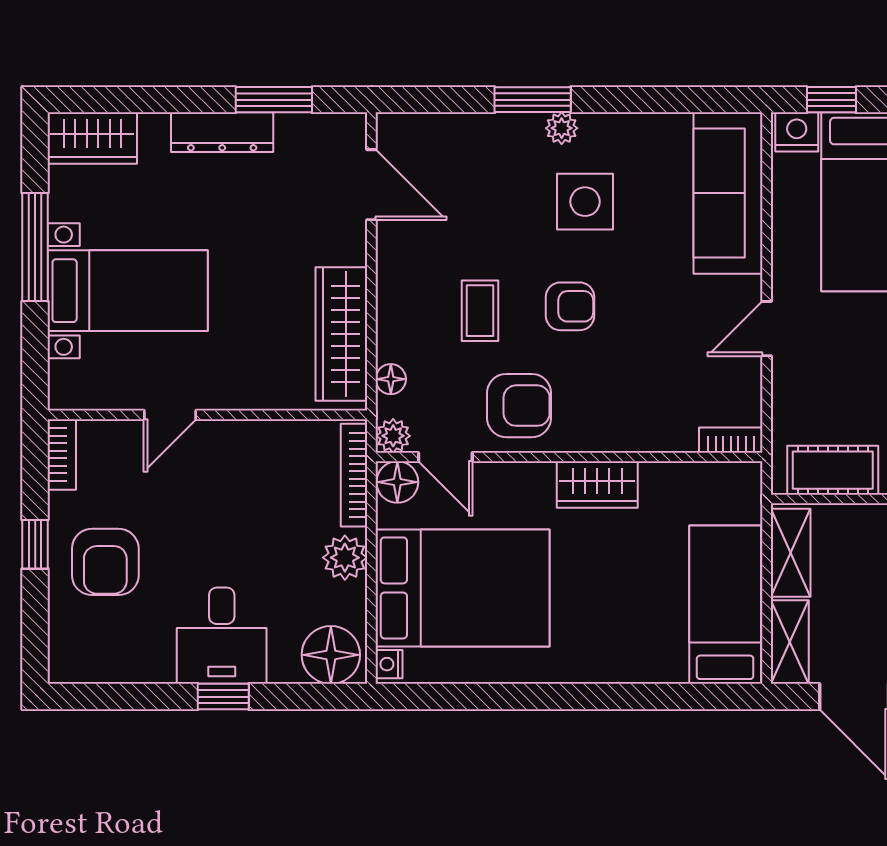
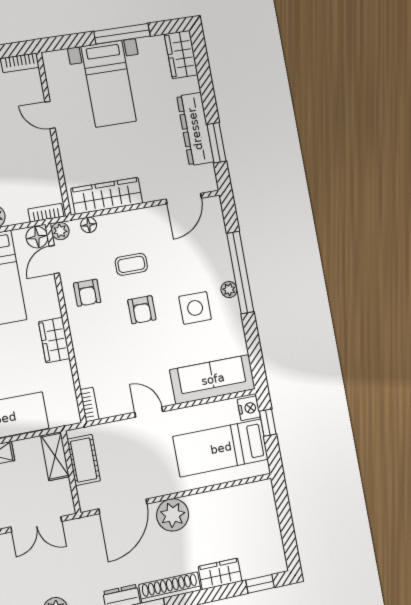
window: (533, 100) -> (240, 272), width x2.11
dresser: (222, 132) -> (195, 129), width x1.37, depth x1.24
armchair: (519, 406) -> (87, 293), width x0.72, depth x0.72
bookcase: (354, 475) -> (46, 213), width x0.64
shelving: (791, 553) -> (55, 456), moved, turned 90

